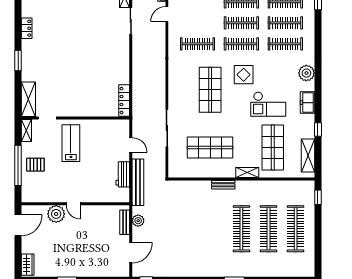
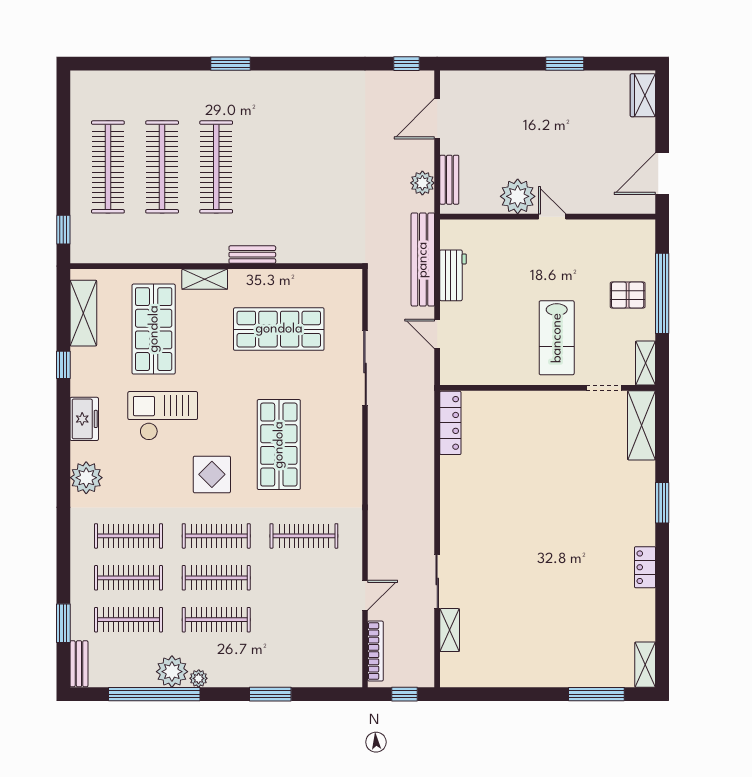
plant: (56, 214) -> (518, 196), moved

